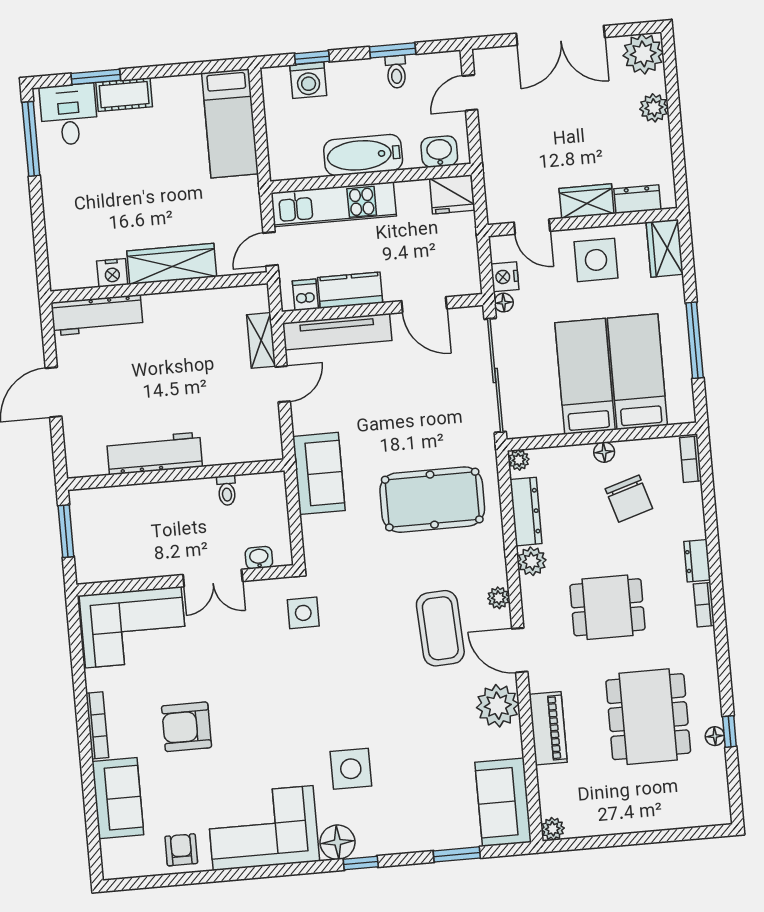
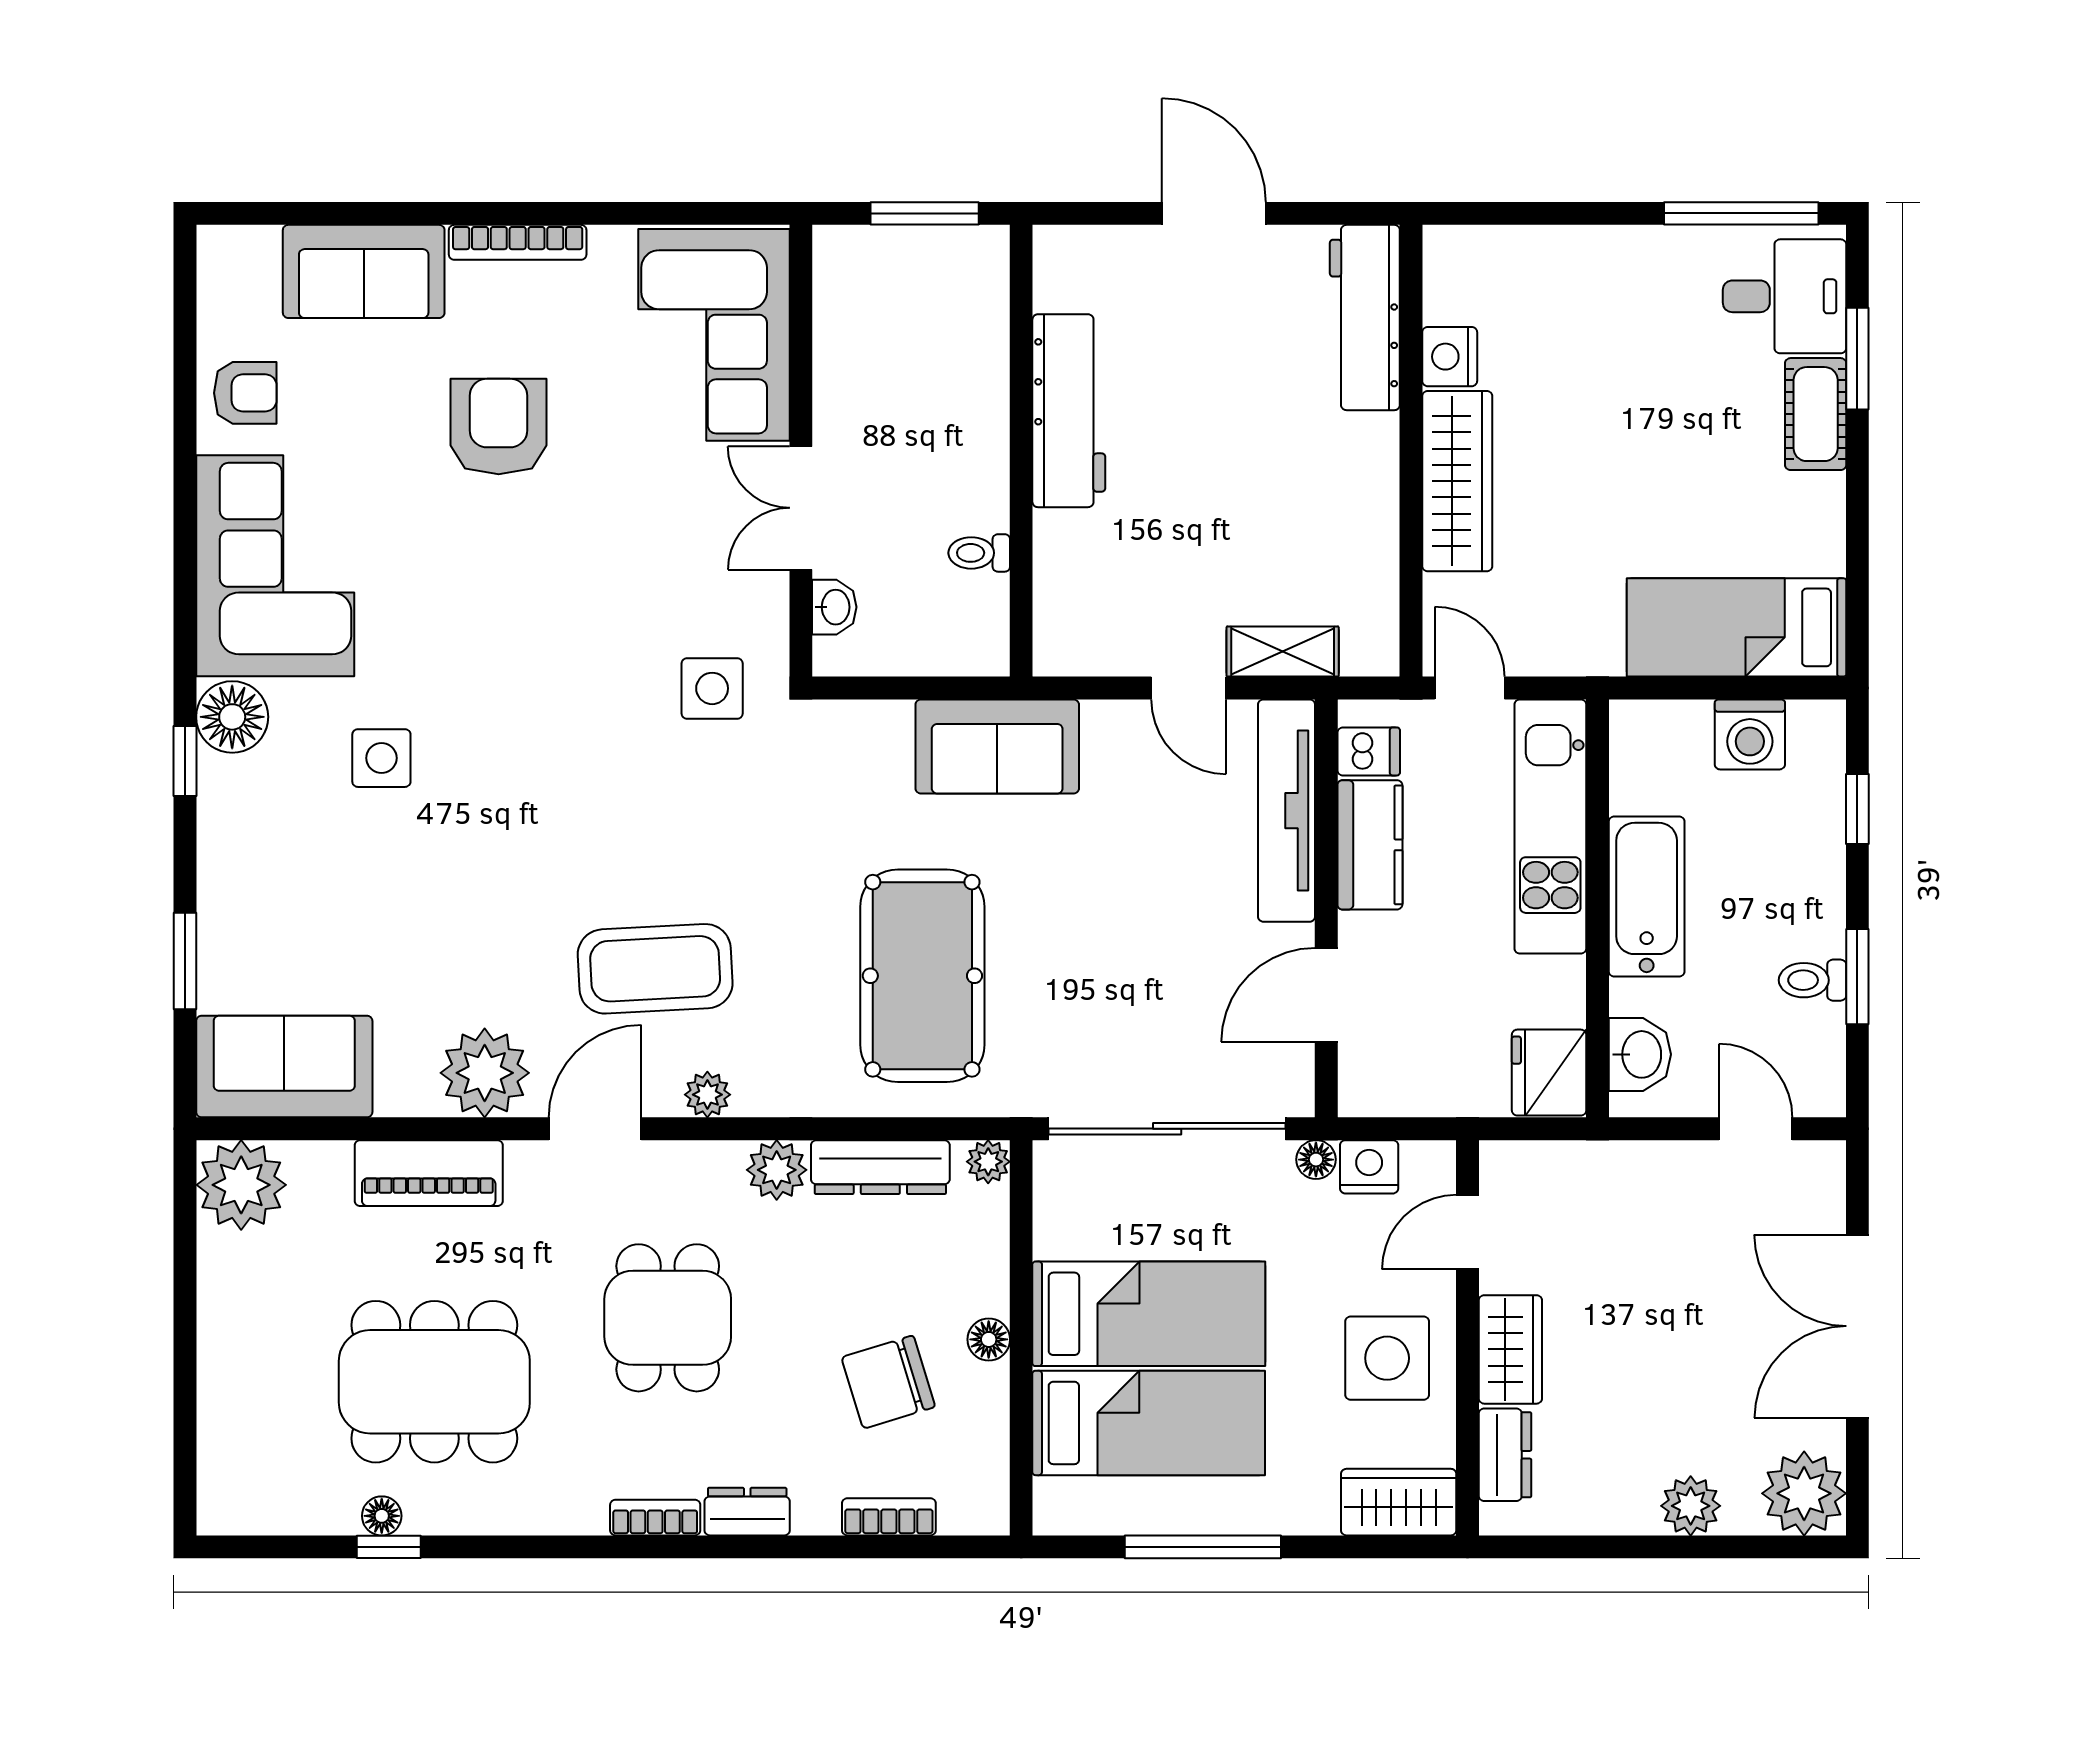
washing machine: (308, 80) -> (1750, 734), moved, turned -90
bookcase: (691, 459) -> (889, 1517), moved
side table: (351, 769) -> (381, 758), width x0.73, depth x0.73
plant: (553, 829) -> (241, 1185), width x1.88, depth x1.88

